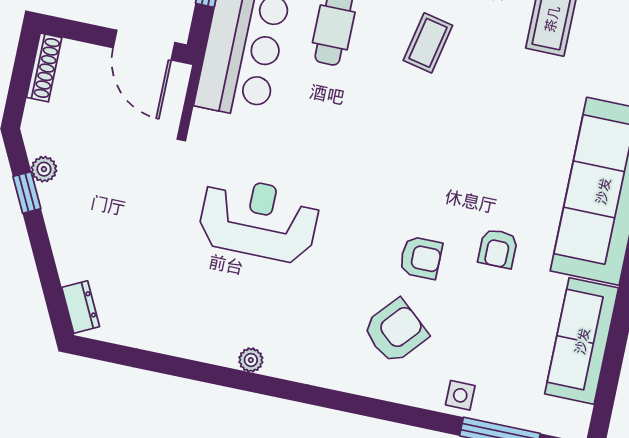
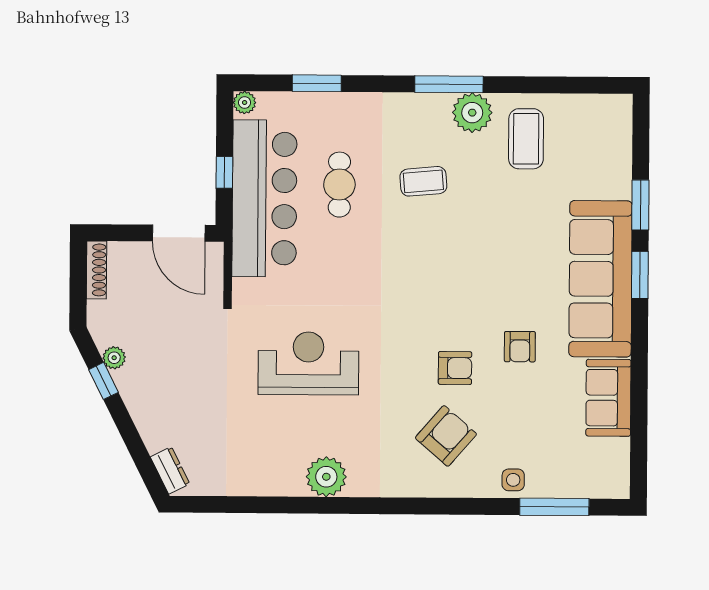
coffee table: (428, 43) -> (423, 181), turned 73
sofa: (582, 341) -> (608, 398), width x0.73
plant: (251, 360) -> (326, 477), width x1.87, depth x1.87

